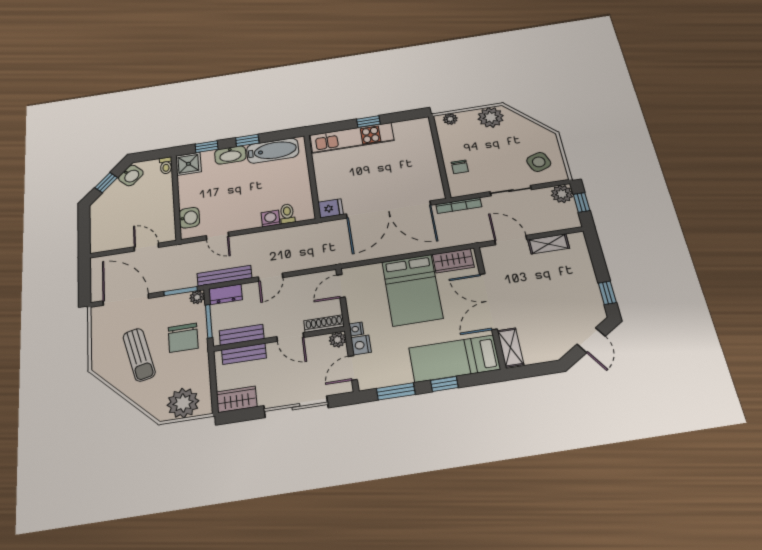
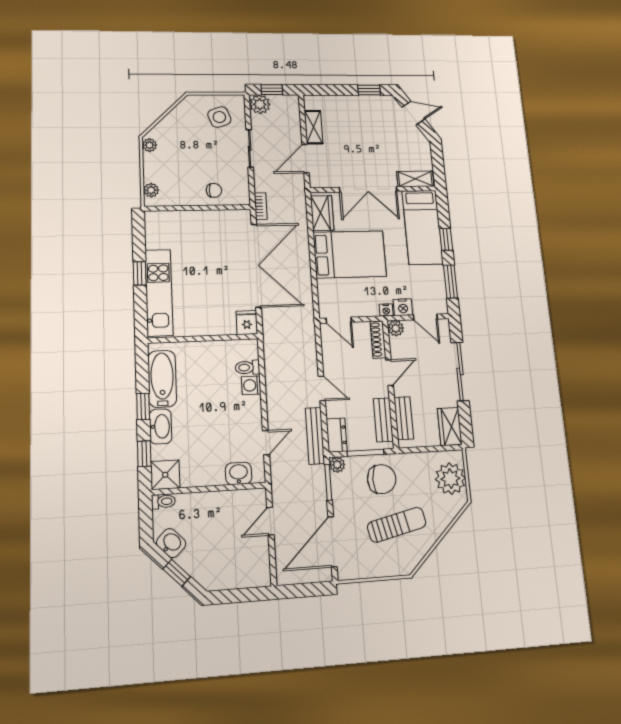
plant: (491, 117) -> (150, 145), width x0.53, depth x0.53
bookcase: (459, 205) -> (261, 206), width x0.64

